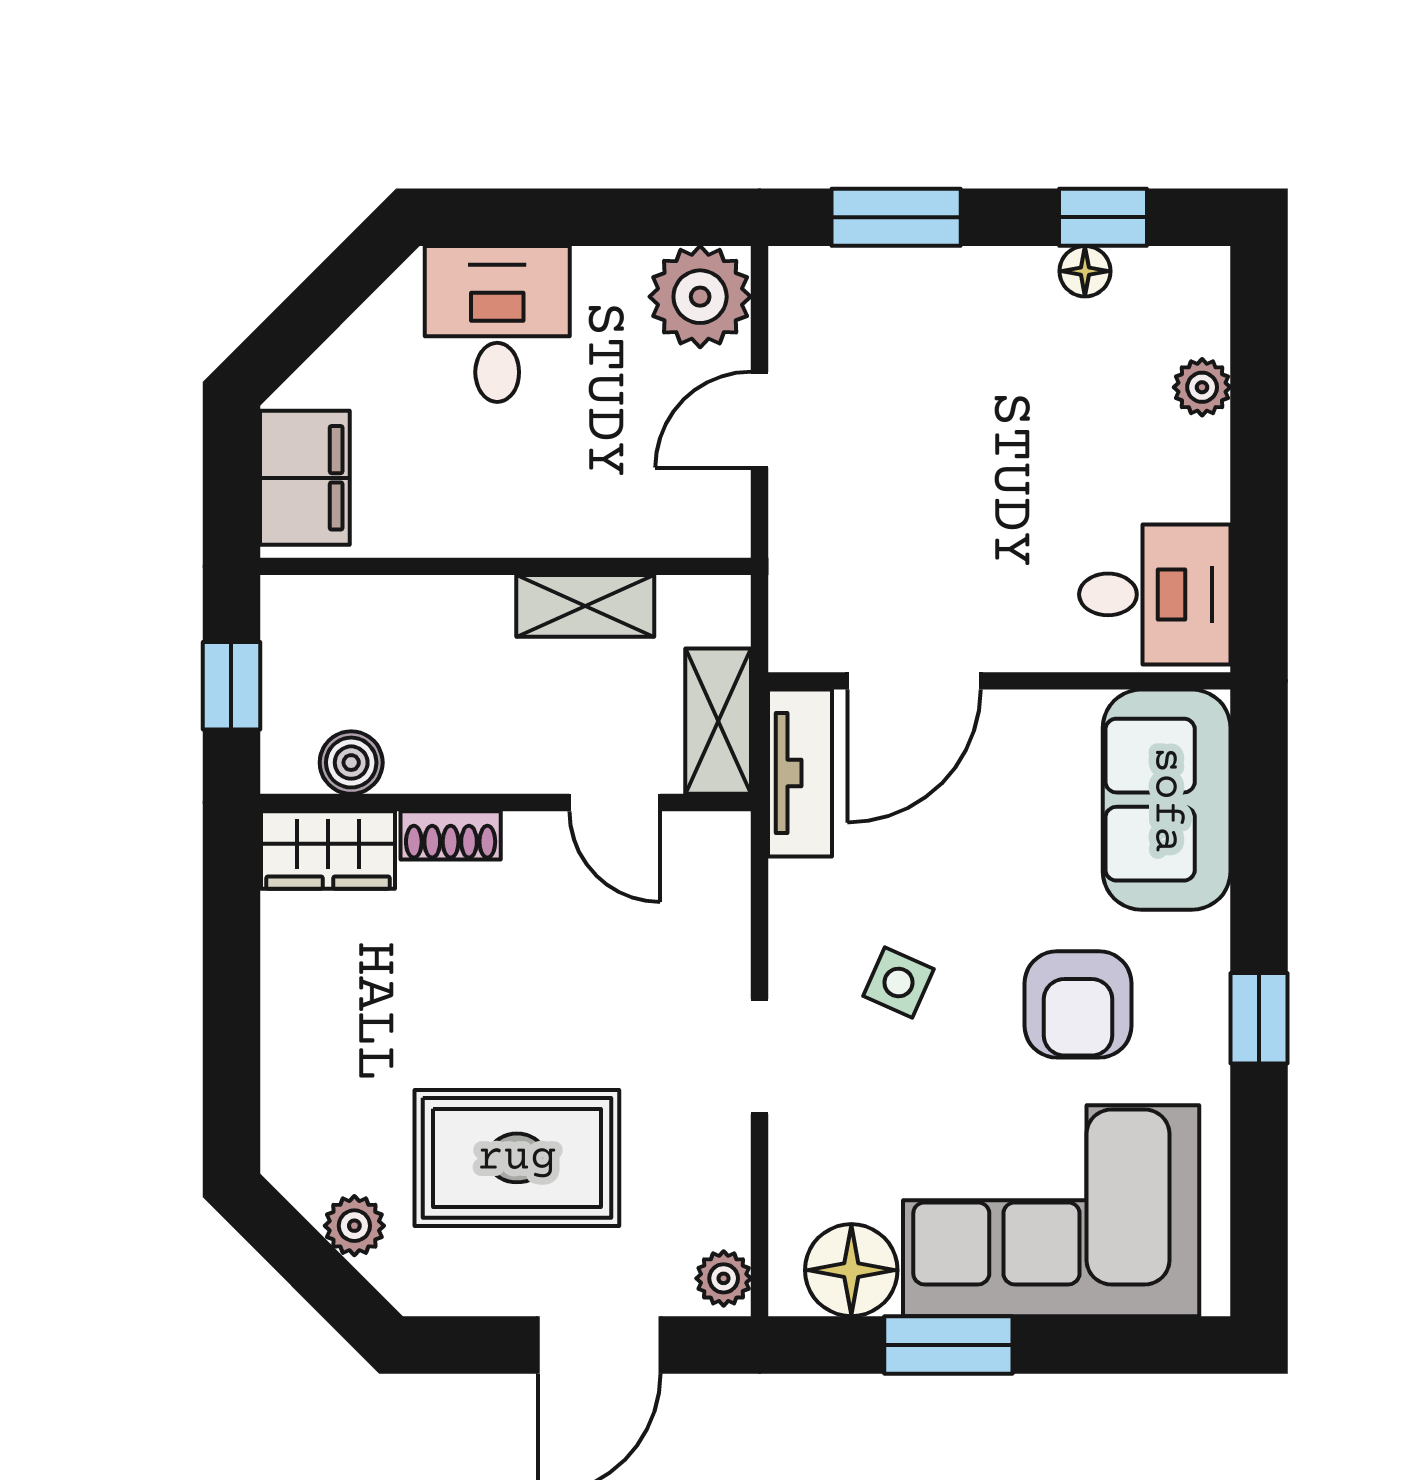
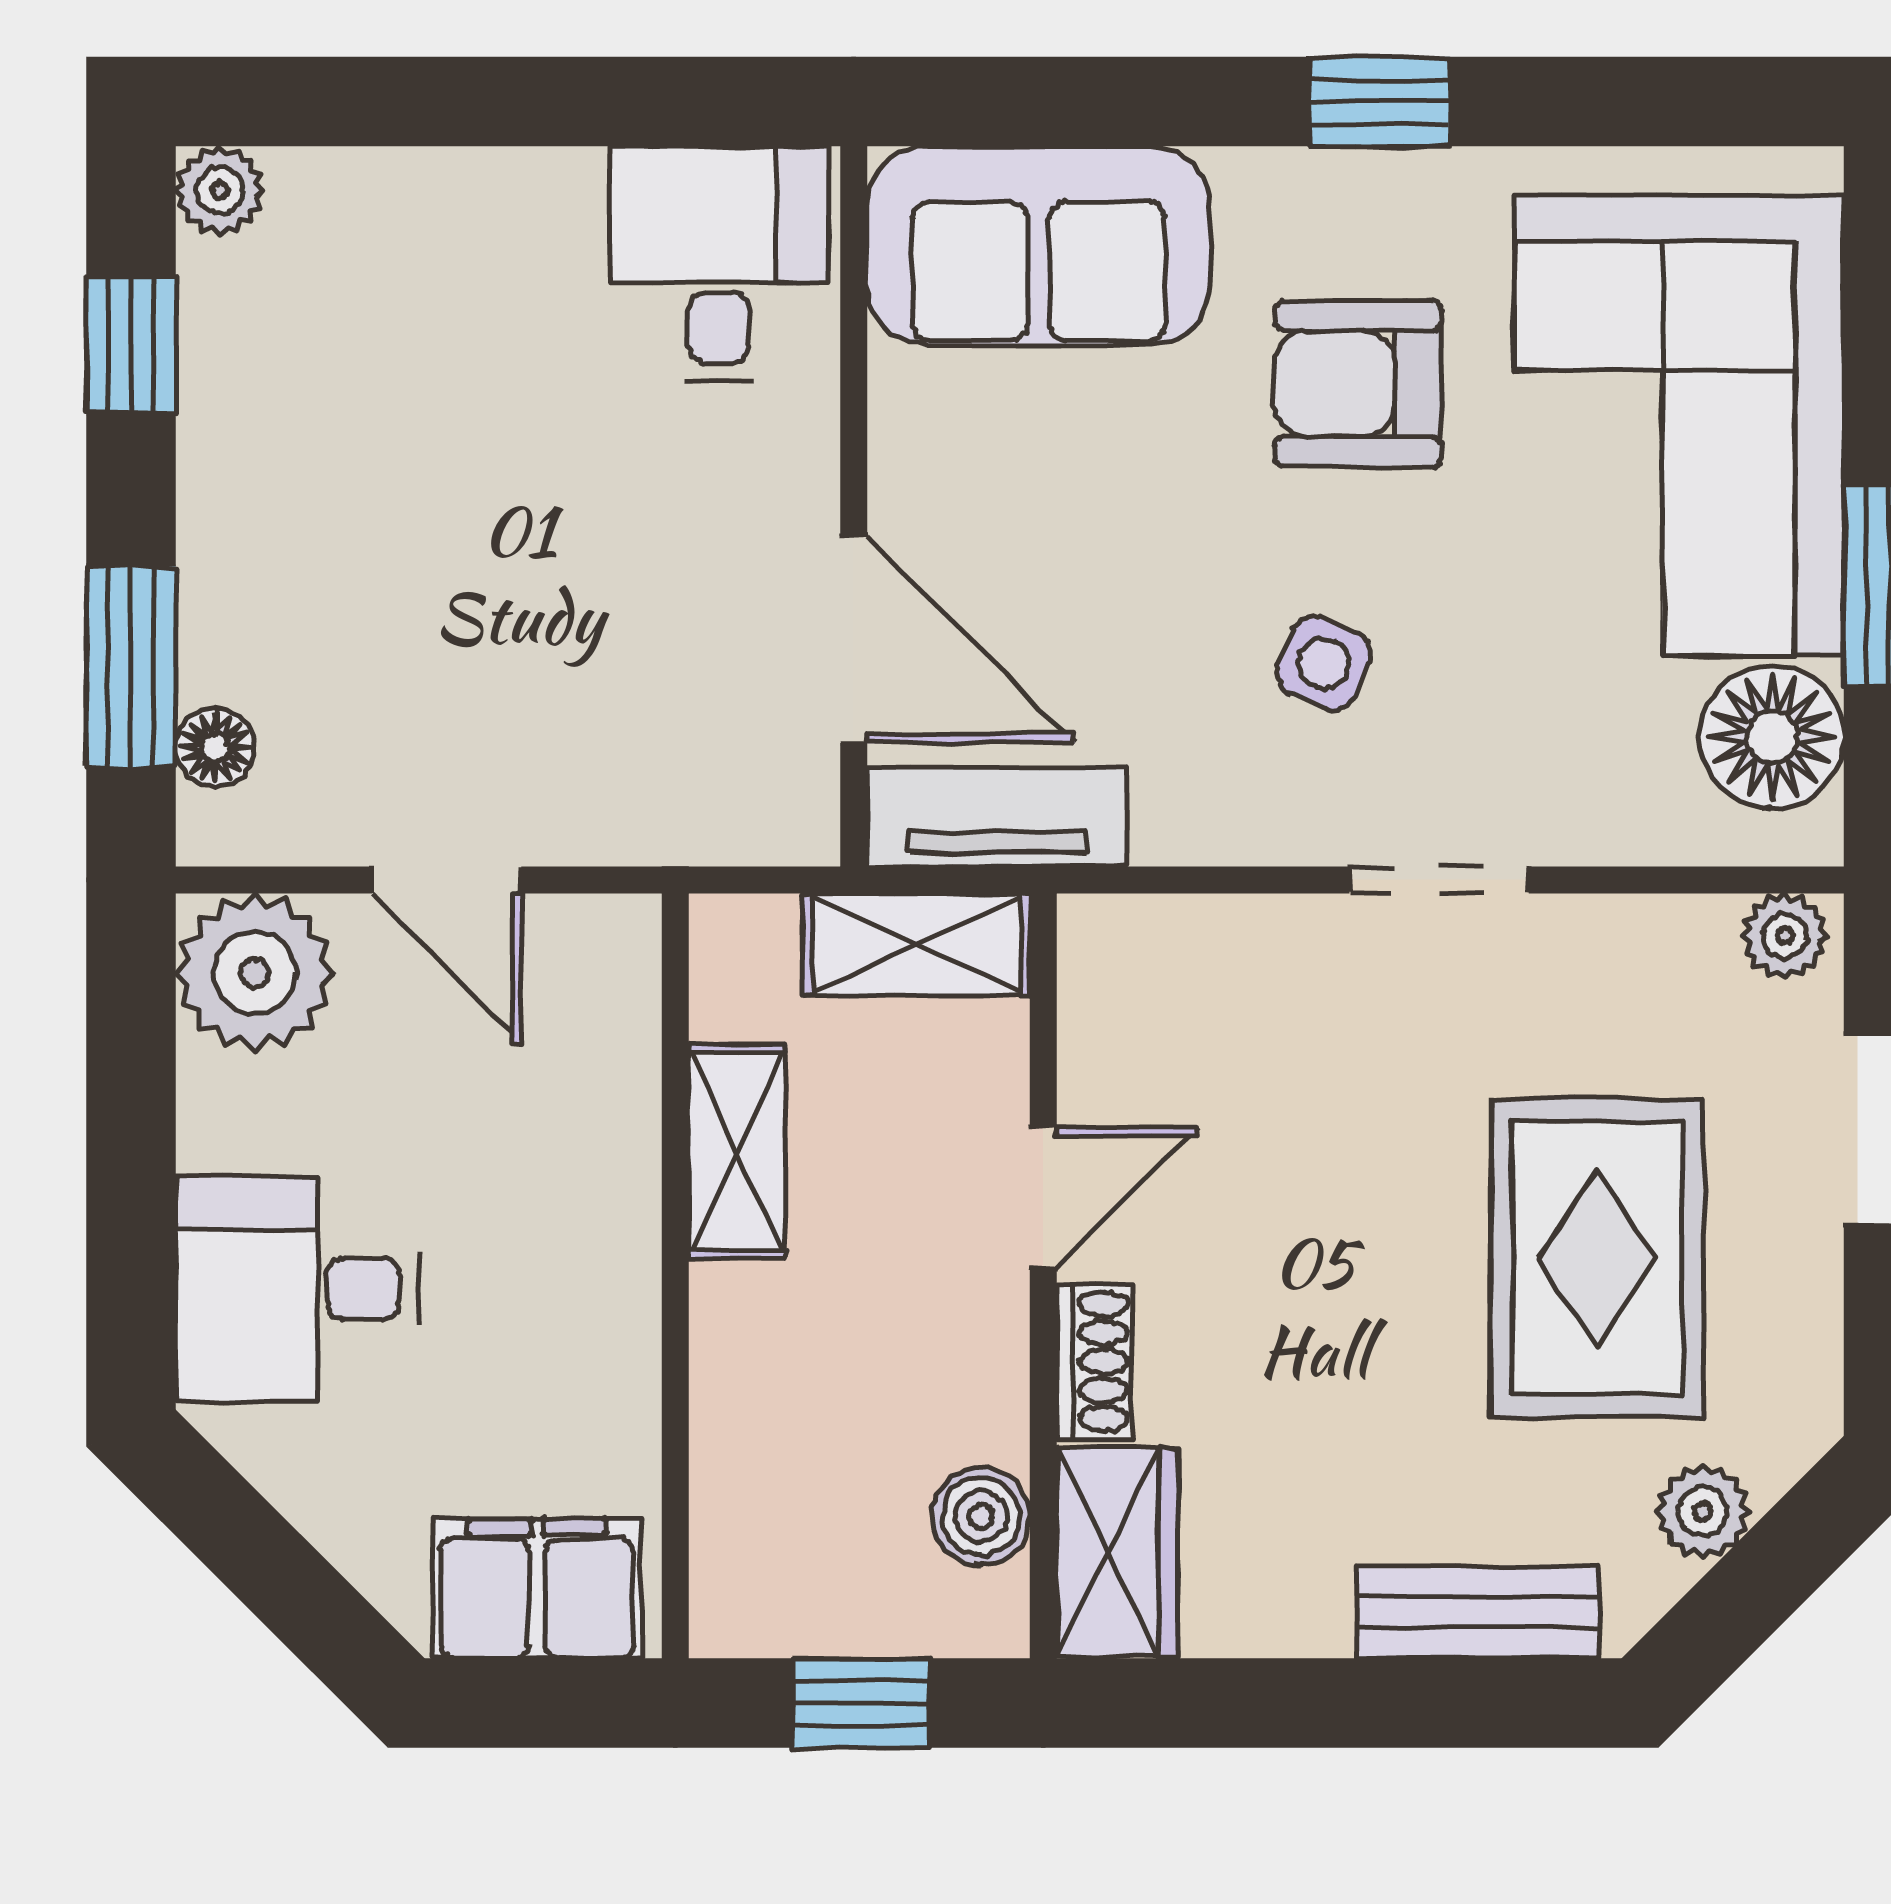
floor lamp: (1085, 271) -> (215, 748), moved
plant: (1202, 387) -> (220, 190), moved
door: (615, 803) -> (1043, 1197), moved
armchair: (1078, 1004) -> (1358, 384), turned 180
bench: (290, 1081) -> (1478, 1612), added

